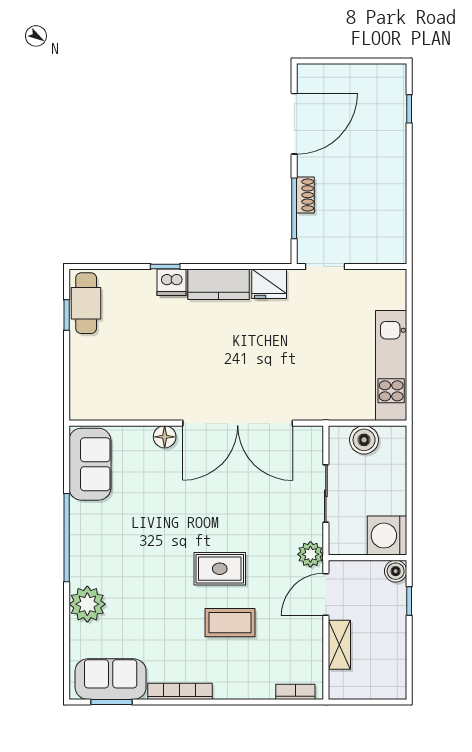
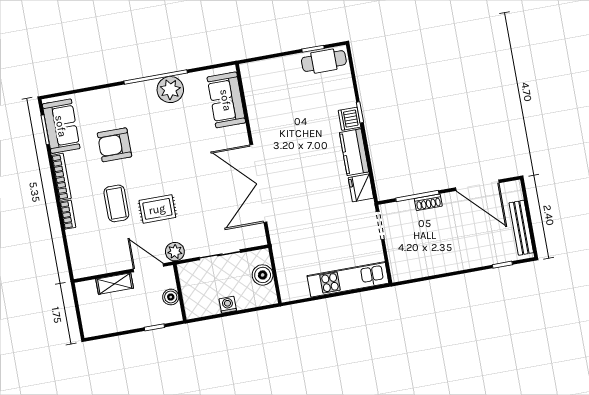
bench: (363, 74) -> (521, 228), added
kitchen unit: (391, 366) -> (348, 279), moved
floor lamp: (165, 437) -> (239, 134), removed
sofa: (90, 464) -> (226, 100), moved, turned 90
washing machine: (387, 536) -> (228, 305), moved, width x0.53, depth x0.53
rug: (220, 569) -> (157, 209), moved, turned 90
boiler: (396, 571) -> (171, 297), moved
plant: (87, 604) -> (170, 90), moved
armchair: (149, 611) -> (114, 145), added
bookcase: (295, 692) -> (68, 215), moved

